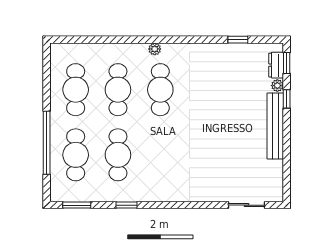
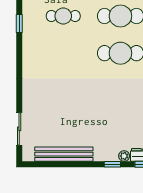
bench: (275, 126) -> (64, 154), moved
cafe table: (118, 155) -> (63, 16), width x0.73, depth x0.74

